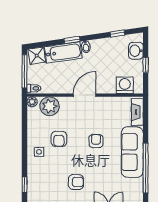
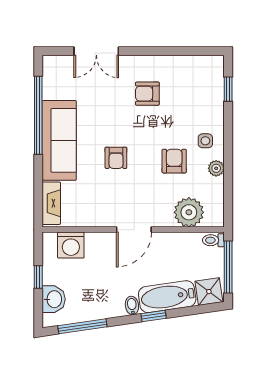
window: (117, 33) -> (82, 326), width x2.17
plant: (32, 102) -> (216, 168), moved

